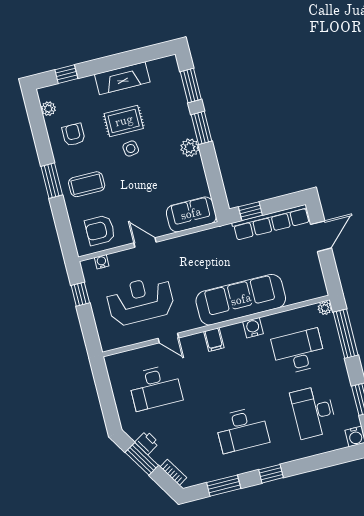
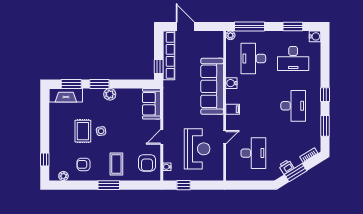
fireplace: (122, 78) -> (66, 95), moved, turned 90
reception desk: (140, 301) -> (197, 149), turned 180

